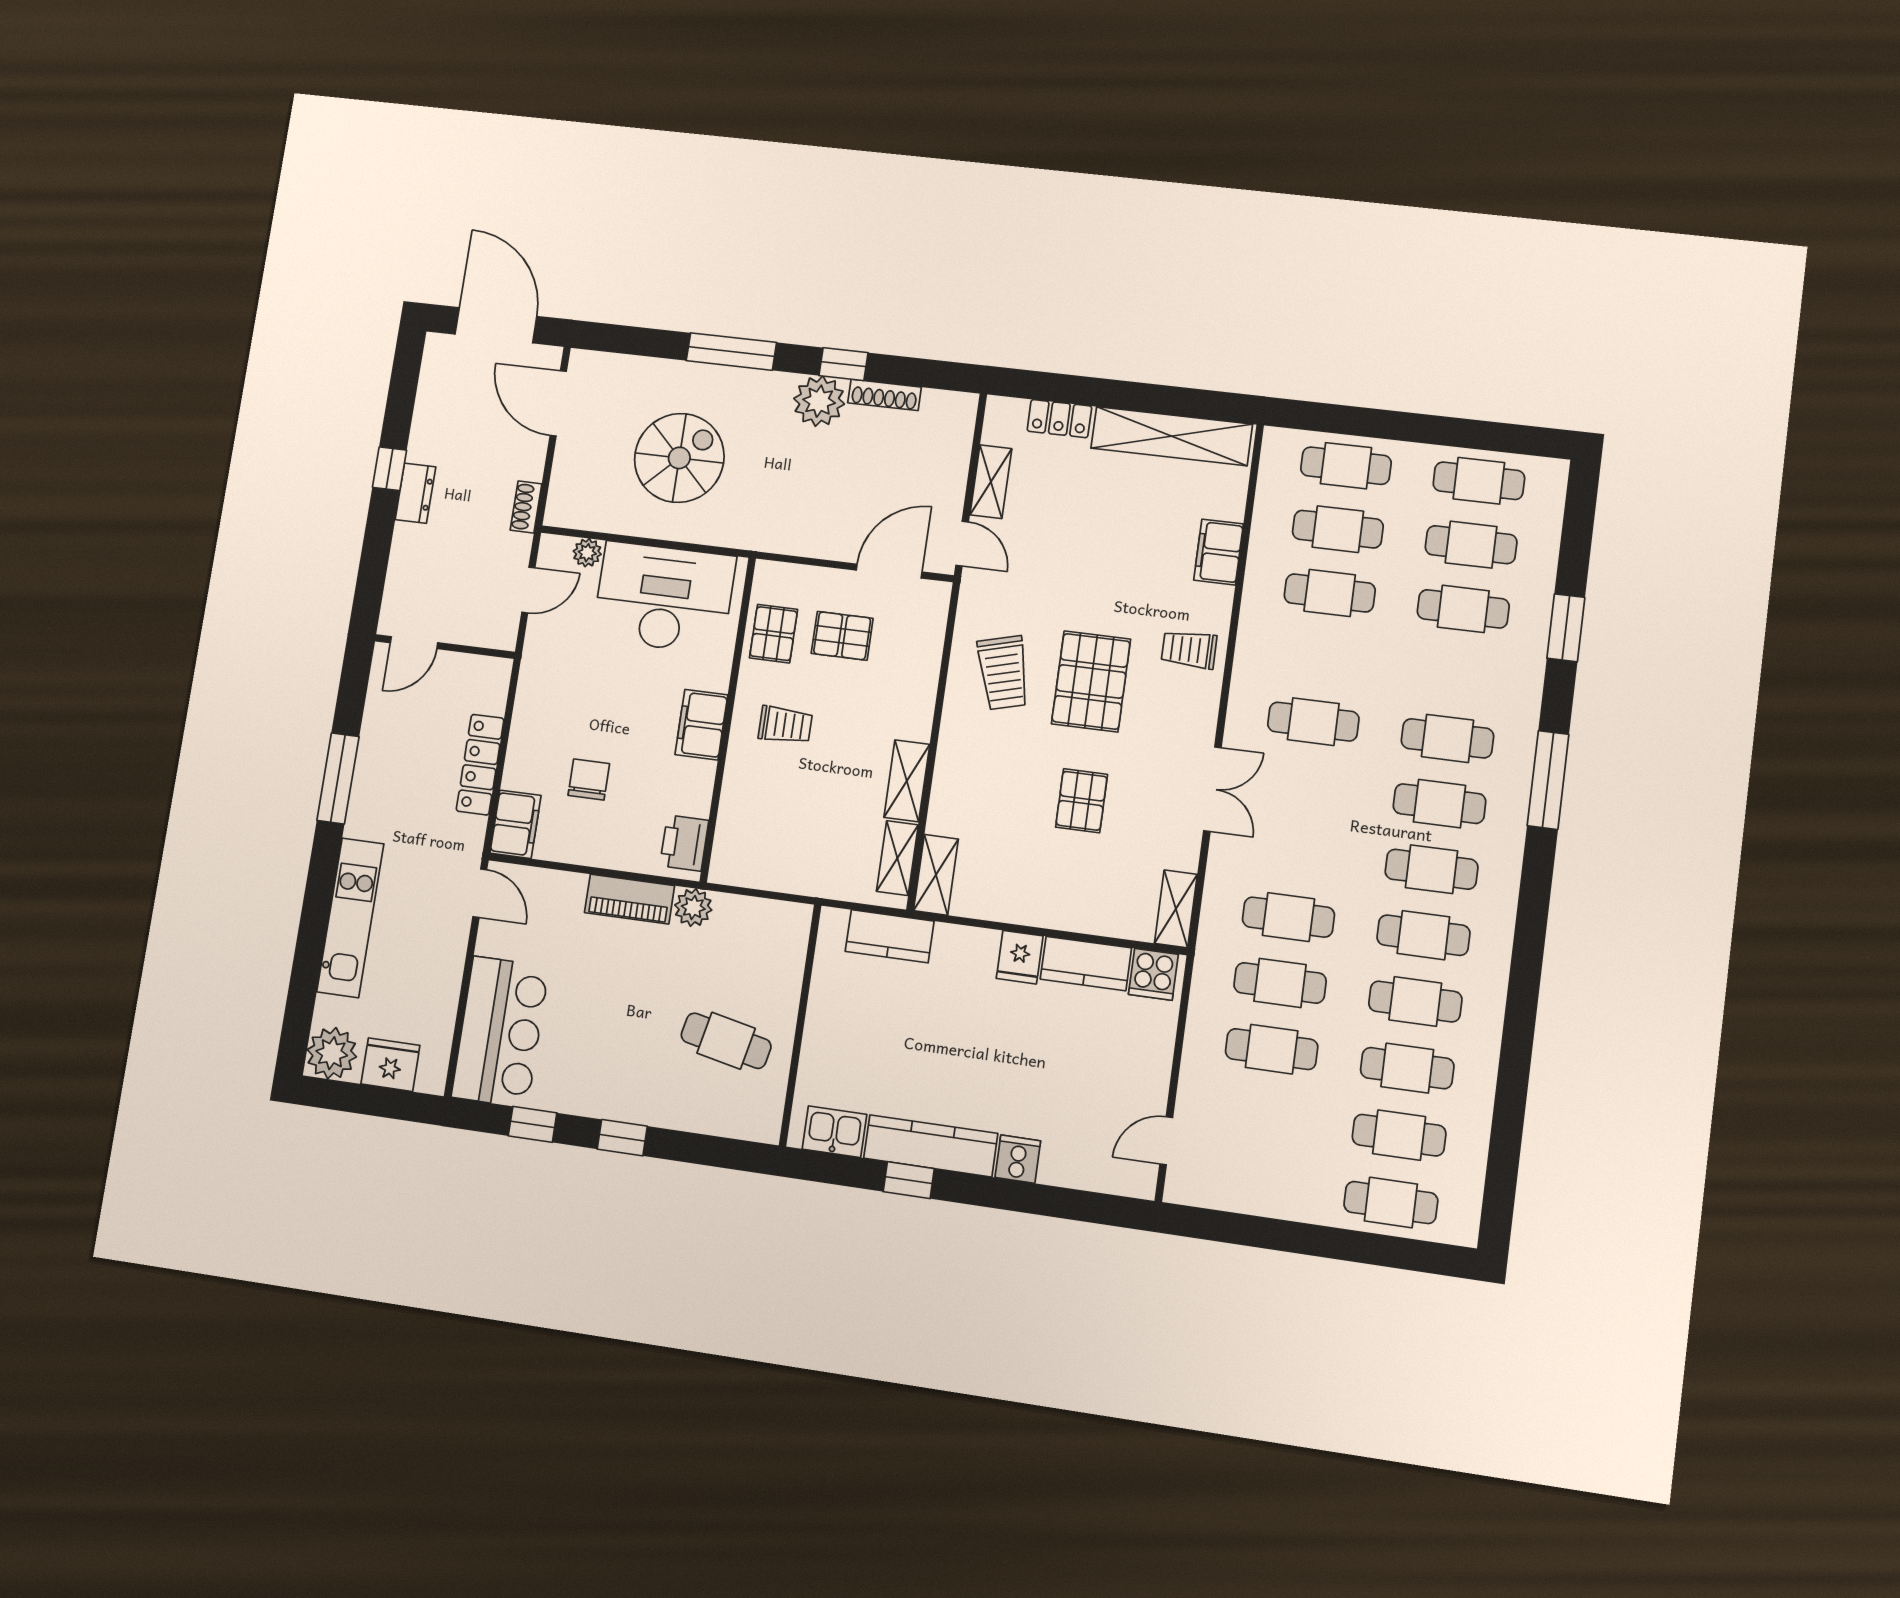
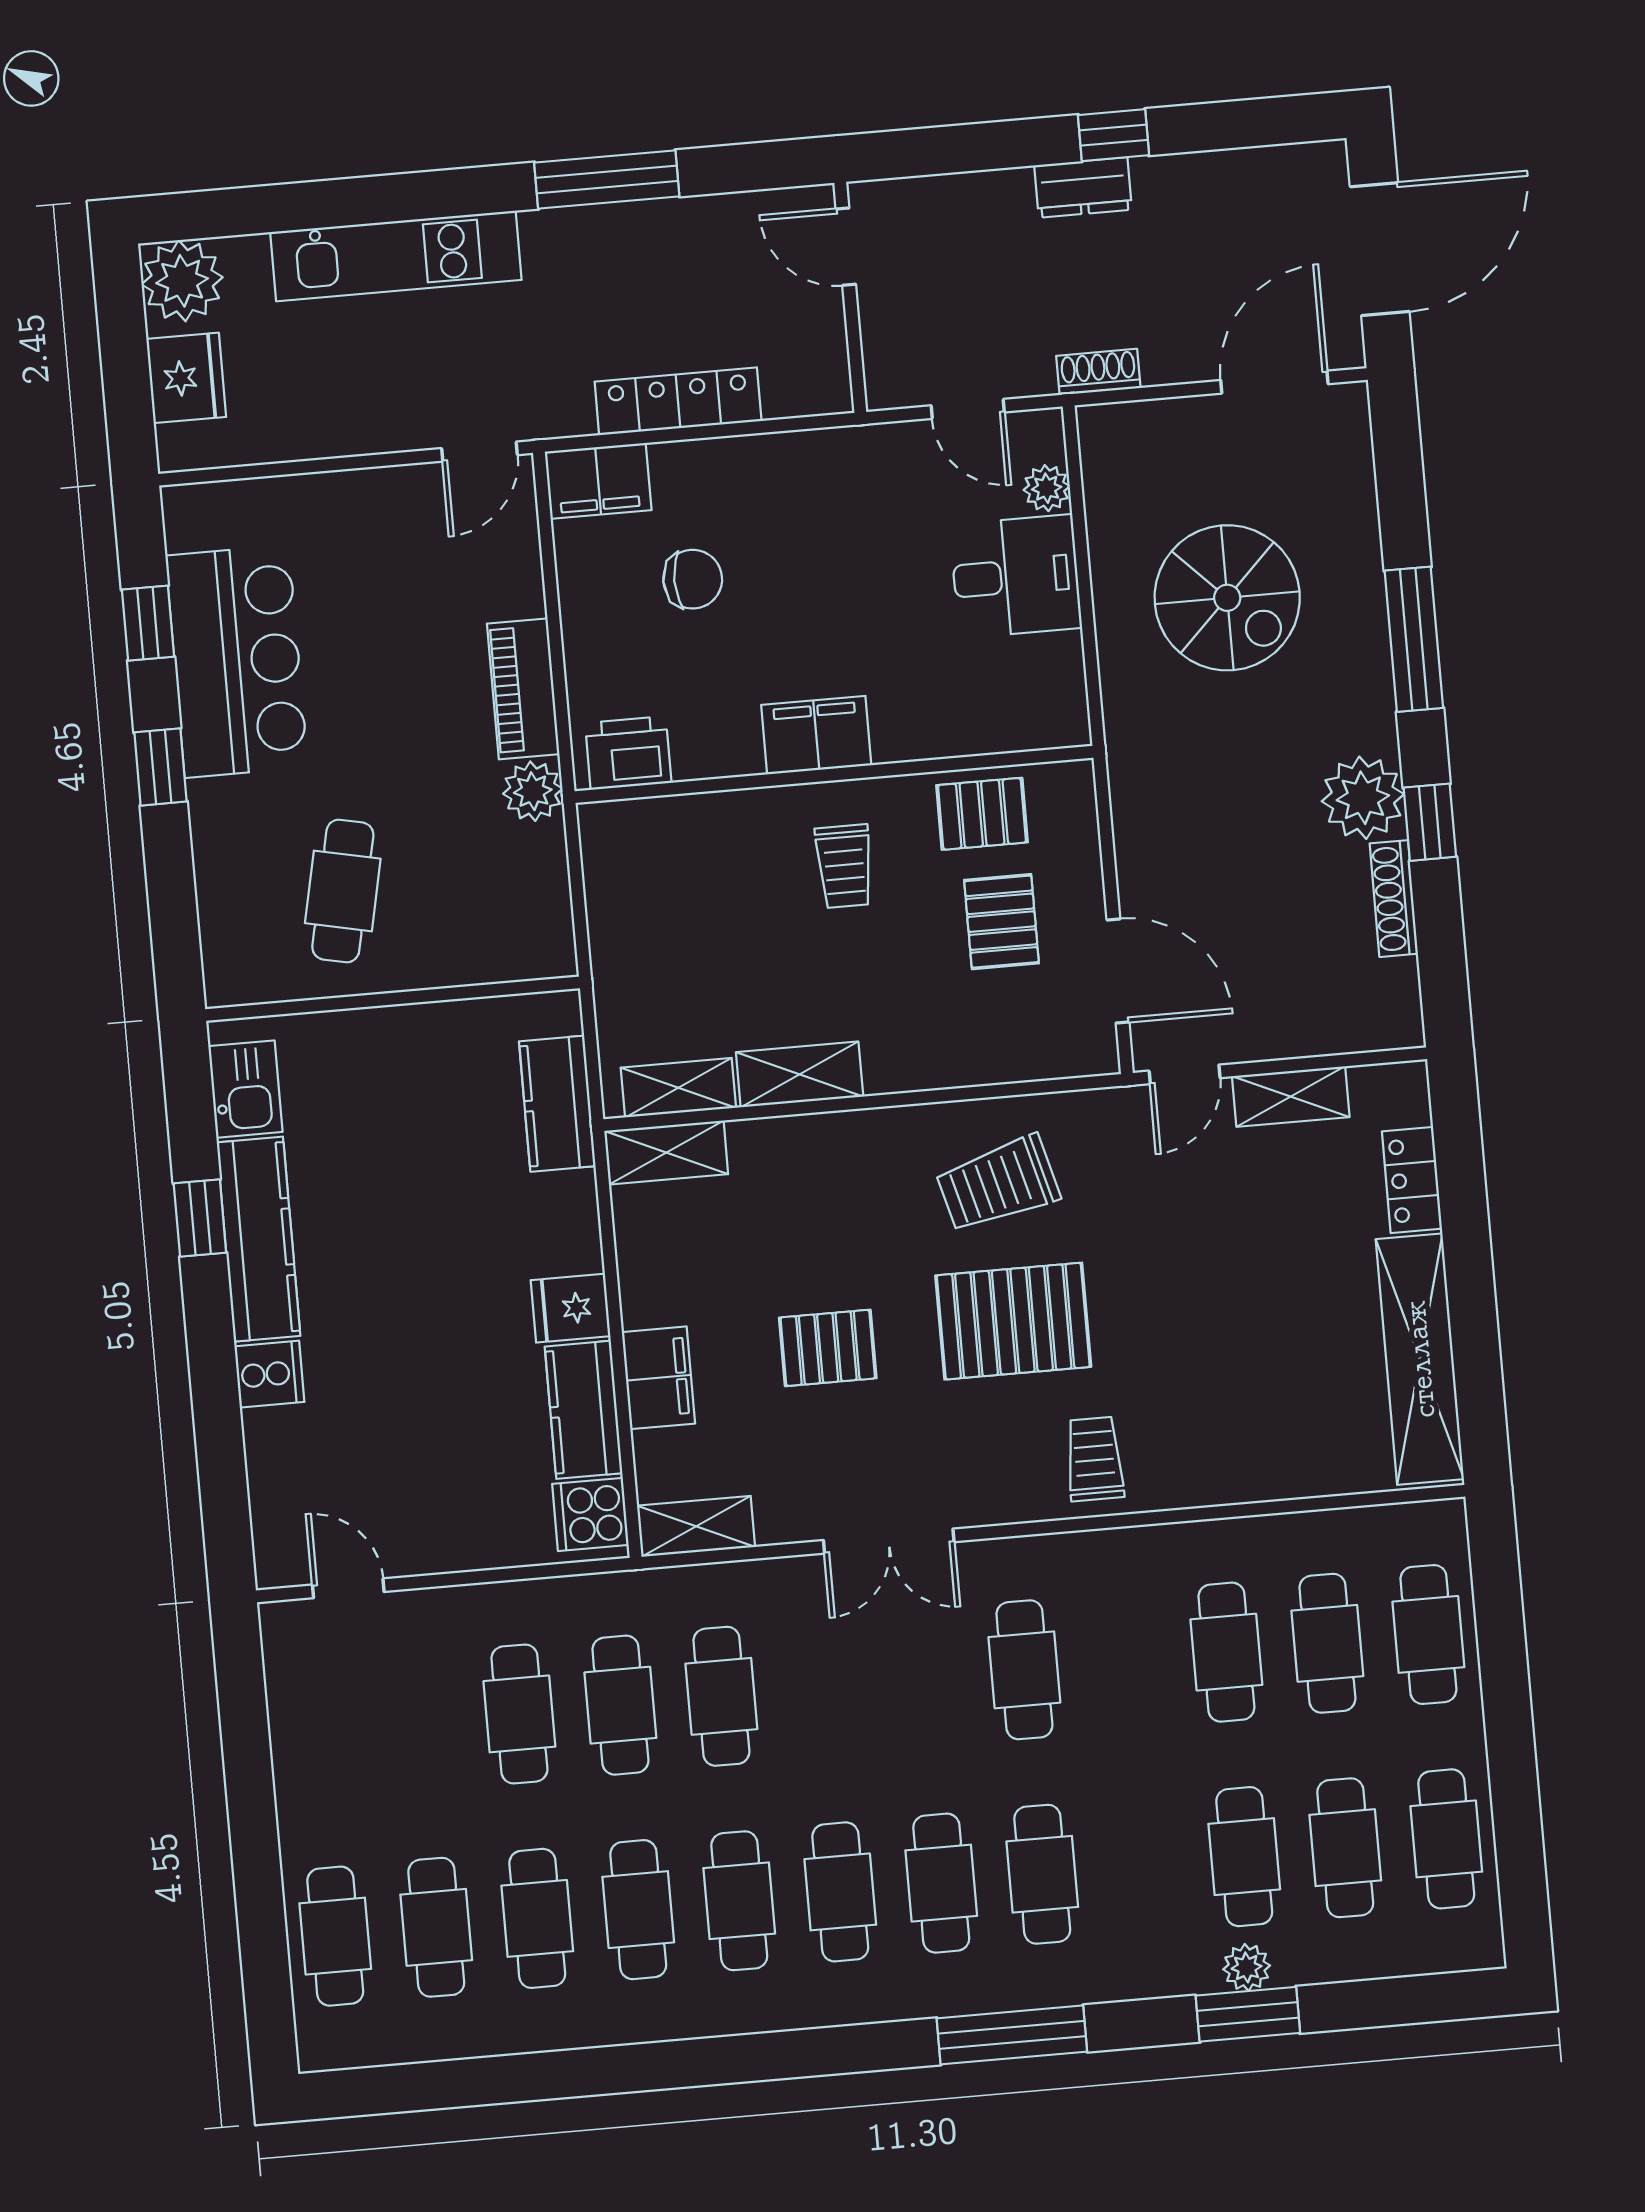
filing cabinet: (1219, 552) -> (658, 1378), moved, turned 90
desk: (664, 598) -> (1016, 576), width x0.53, depth x0.77
plant: (1535, 622) -> (1247, 1967), added
bar counter: (500, 1032) -> (237, 661), moved, turned -90

